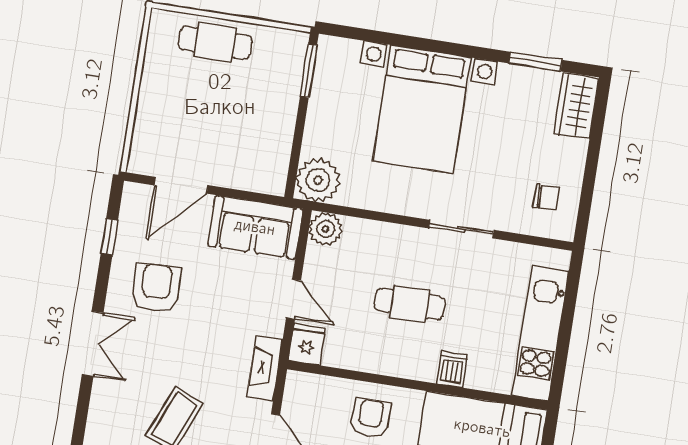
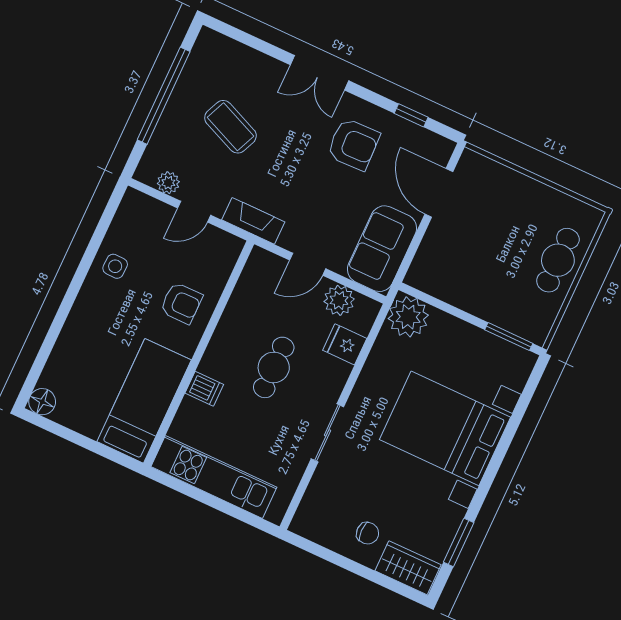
chair: (546, 197) -> (368, 533), moved, turned -90
plant: (326, 229) -> (339, 300), moved
fridge: (307, 344) -> (345, 344), moved, turned 180

